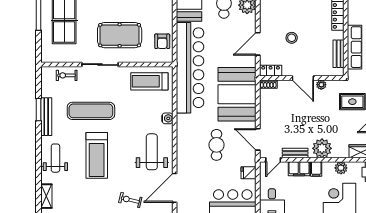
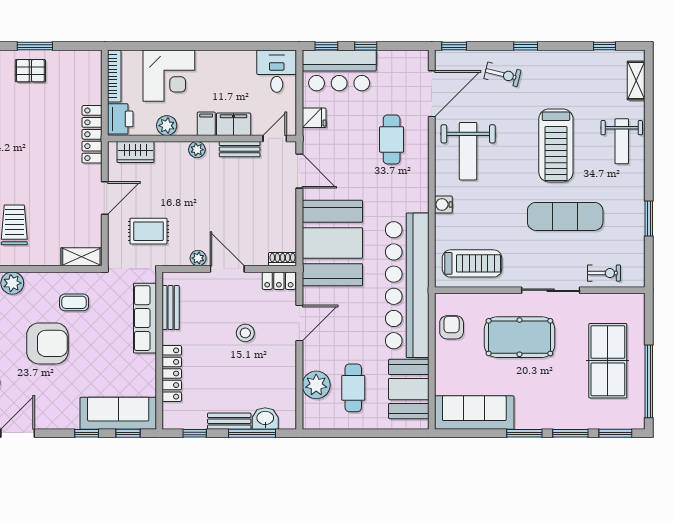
bench: (46, 117) -> (636, 207), removed
cafe table: (217, 145) -> (392, 139), moved
plant: (322, 148) -> (197, 150), width x0.53, depth x0.53
treadmill: (97, 155) -> (556, 145), turned 180

